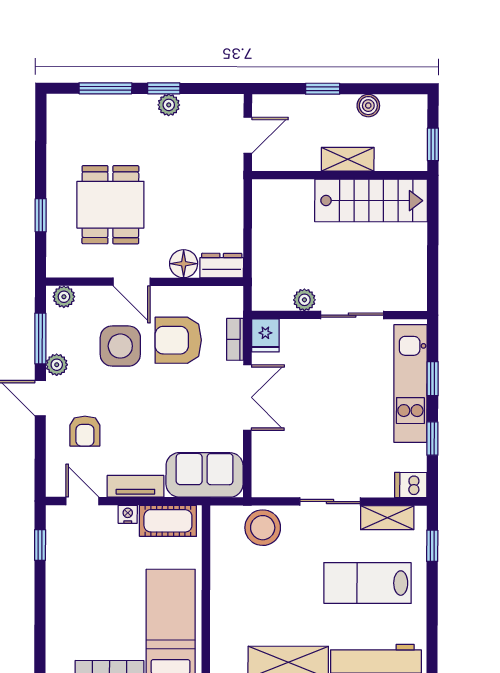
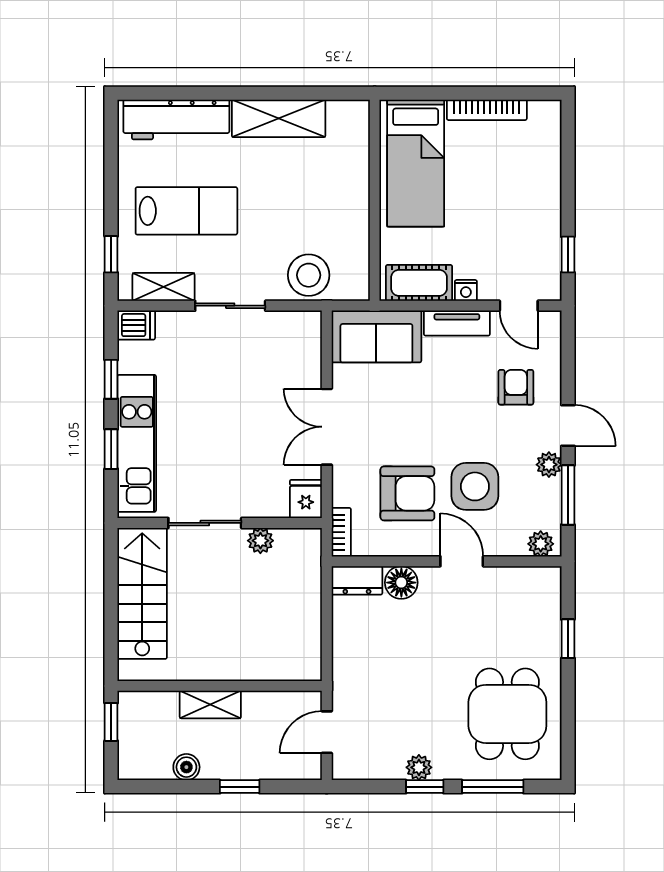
stairs: (371, 201) -> (142, 593), moved, turned 90
dining table: (110, 205) -> (507, 714), moved
bookcase: (235, 339) -> (341, 532), moved

